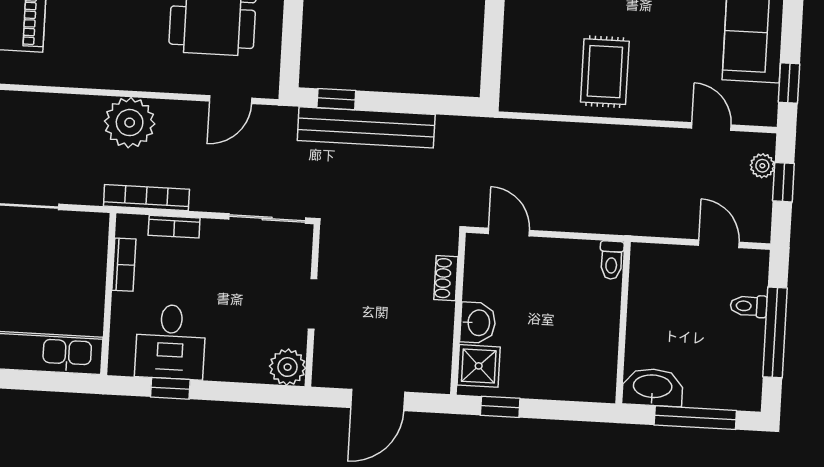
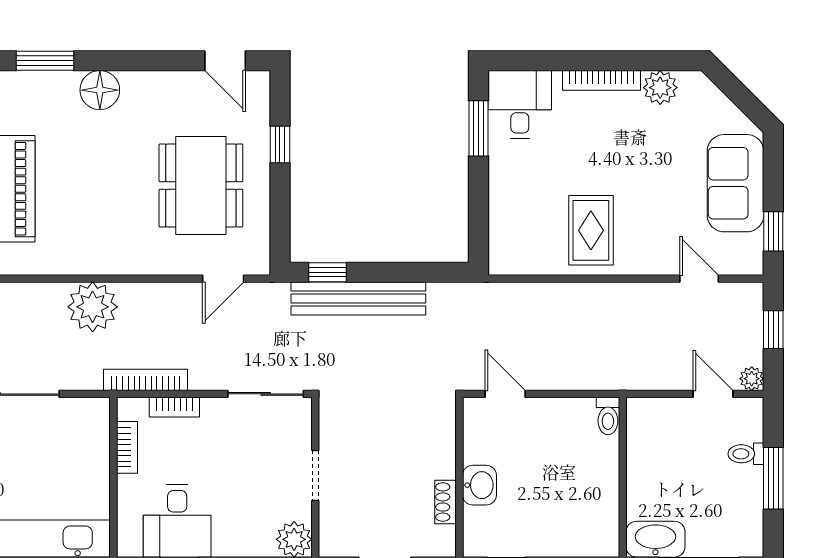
plant: (130, 123) -> (93, 307), moved
plant: (762, 166) -> (752, 379), moved
shoe rack: (446, 278) -> (446, 502), moved
window: (775, 332) -> (773, 478), width x0.69
shower: (479, 366) -> (483, 528), removed

